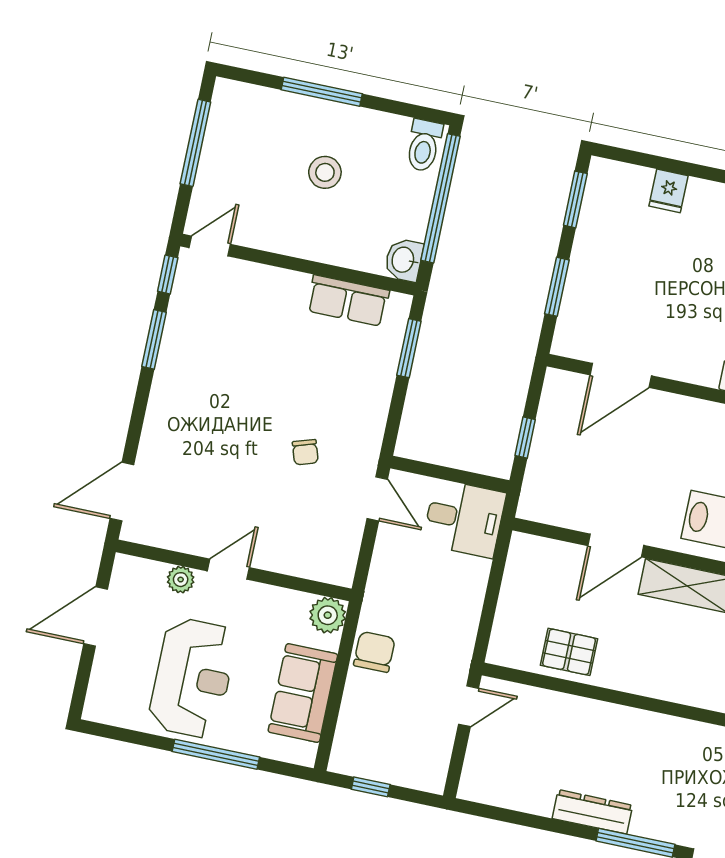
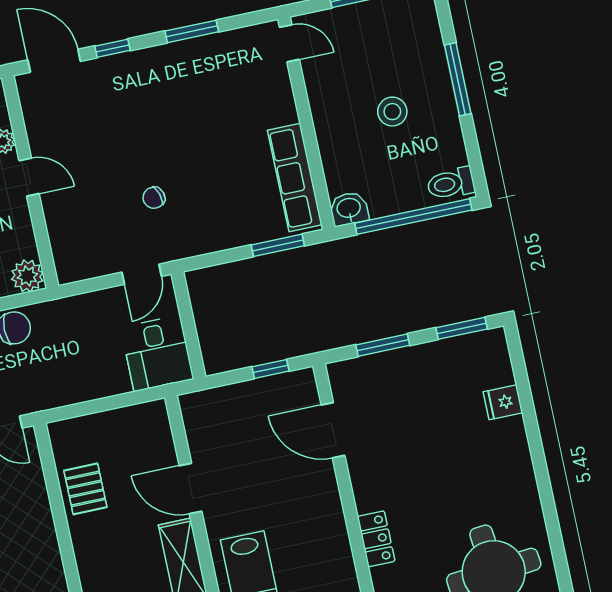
window: (168, 275) -> (112, 48), moved
row of seats: (348, 301) -> (295, 178), width x1.48
window: (525, 438) -> (271, 369), moved

